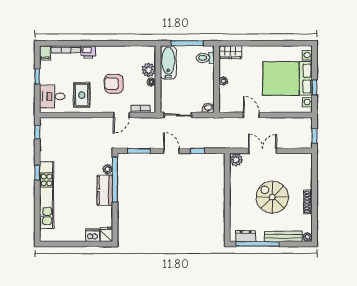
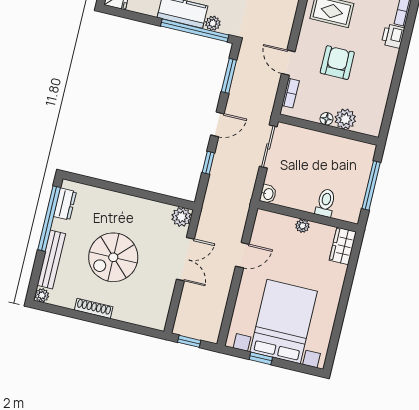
toilet: (205, 58) -> (326, 203), moved
bathtub: (168, 62) -> (350, 151), removed
spiral stairs: (272, 197) -> (113, 257), turned 180

